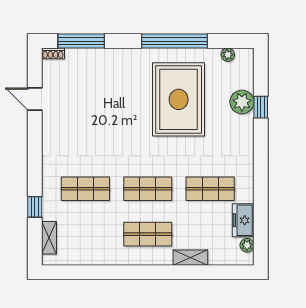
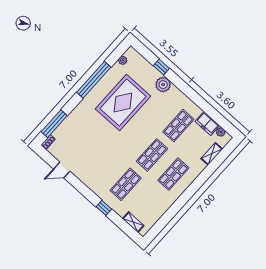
rug: (179, 99) -> (123, 102), turned 90
plant: (242, 102) -> (163, 85), moved
window: (35, 207) -> (104, 208), moved
shelving: (190, 258) -> (212, 154), moved

